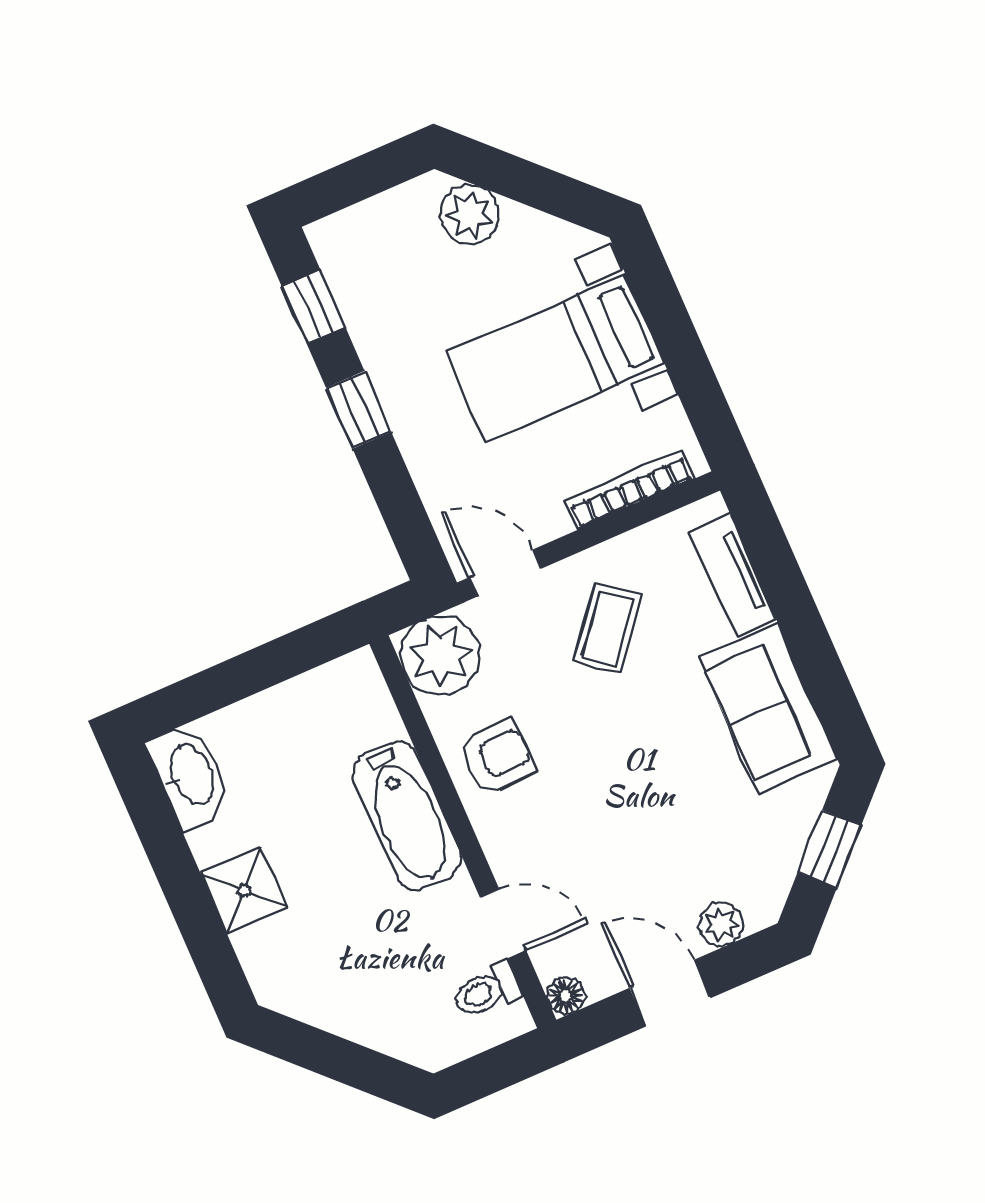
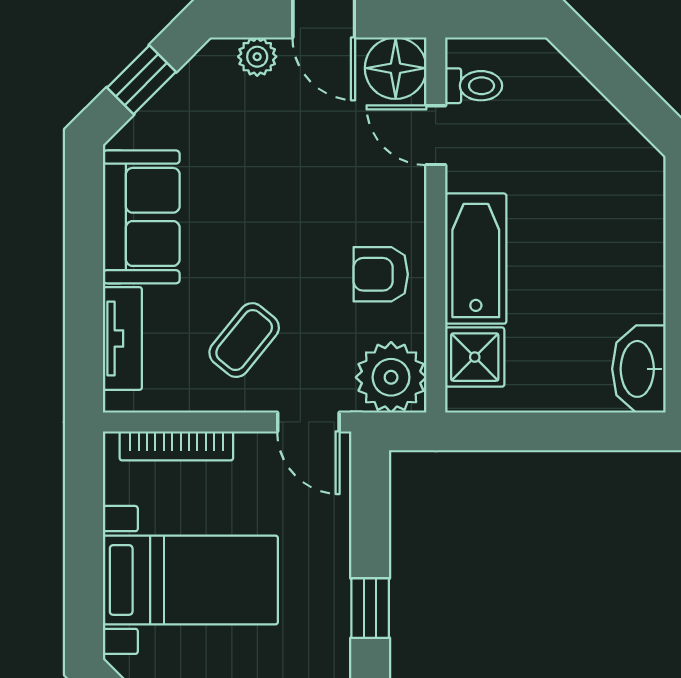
shower: (244, 890) -> (475, 357), moved
floor lamp: (566, 996) -> (396, 68), width x1.89, depth x1.89

